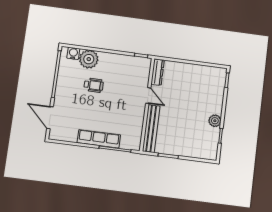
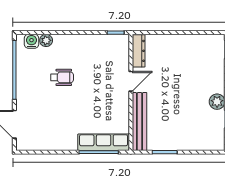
plant: (89, 59) -> (46, 40), width x0.53, depth x0.53
door: (148, 96) -> (131, 81), hinge flipped
row of seats: (99, 139) -> (104, 142), moved

